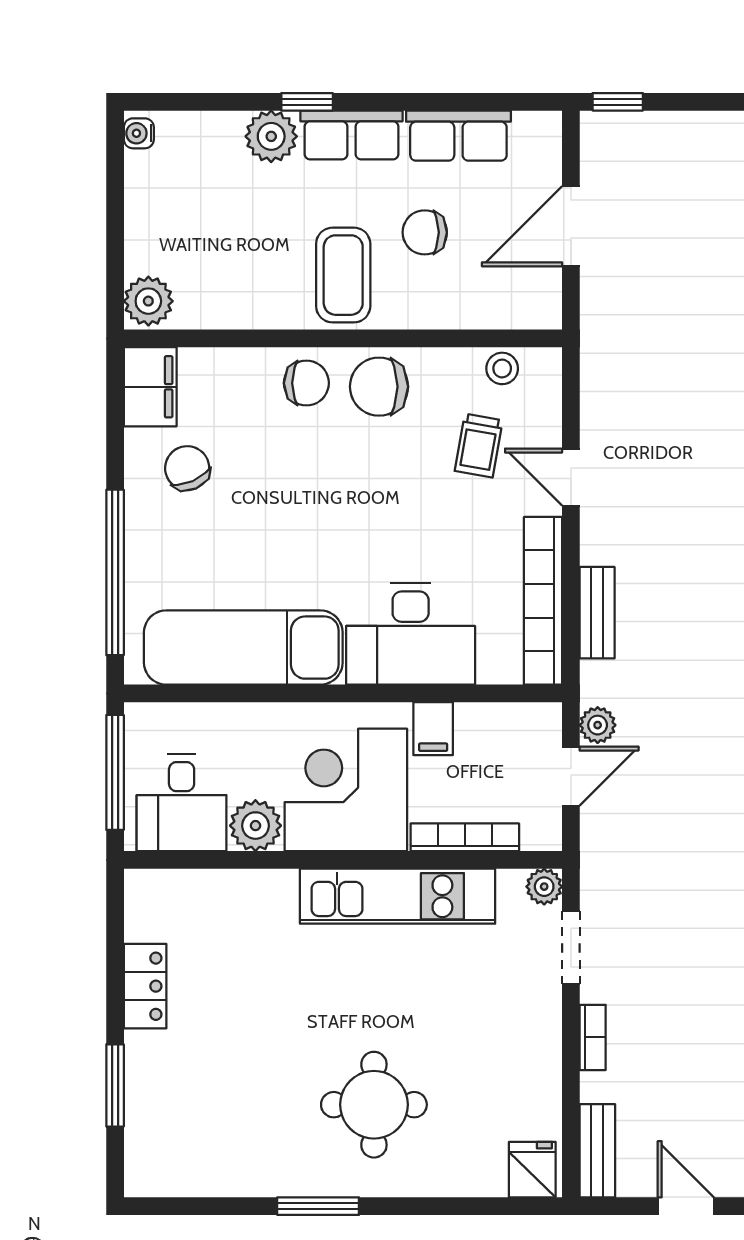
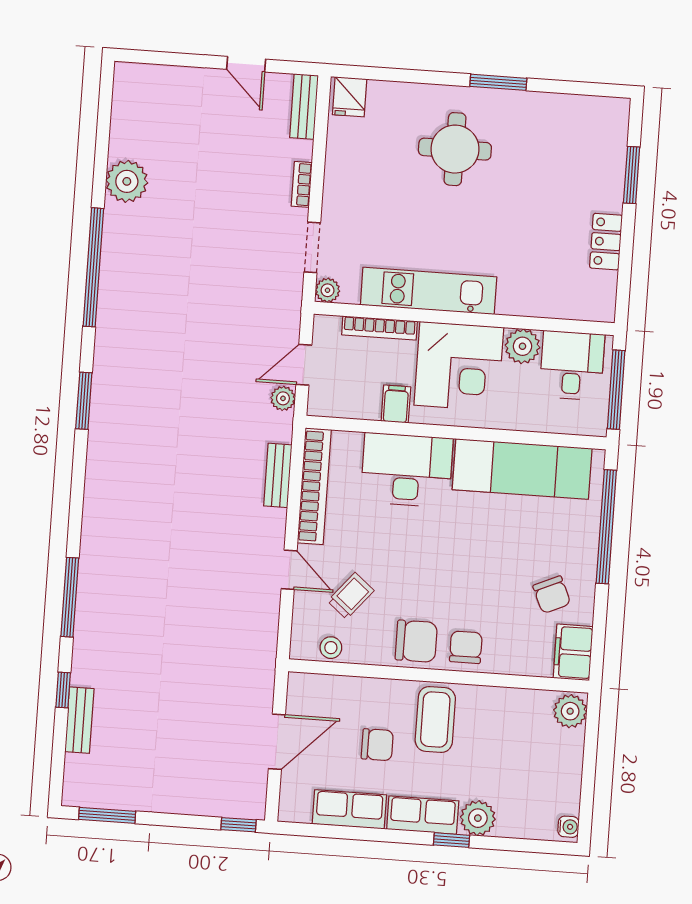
chair: (306, 383) -> (466, 647), turned 90
trolley: (479, 446) -> (351, 596), turned 30

